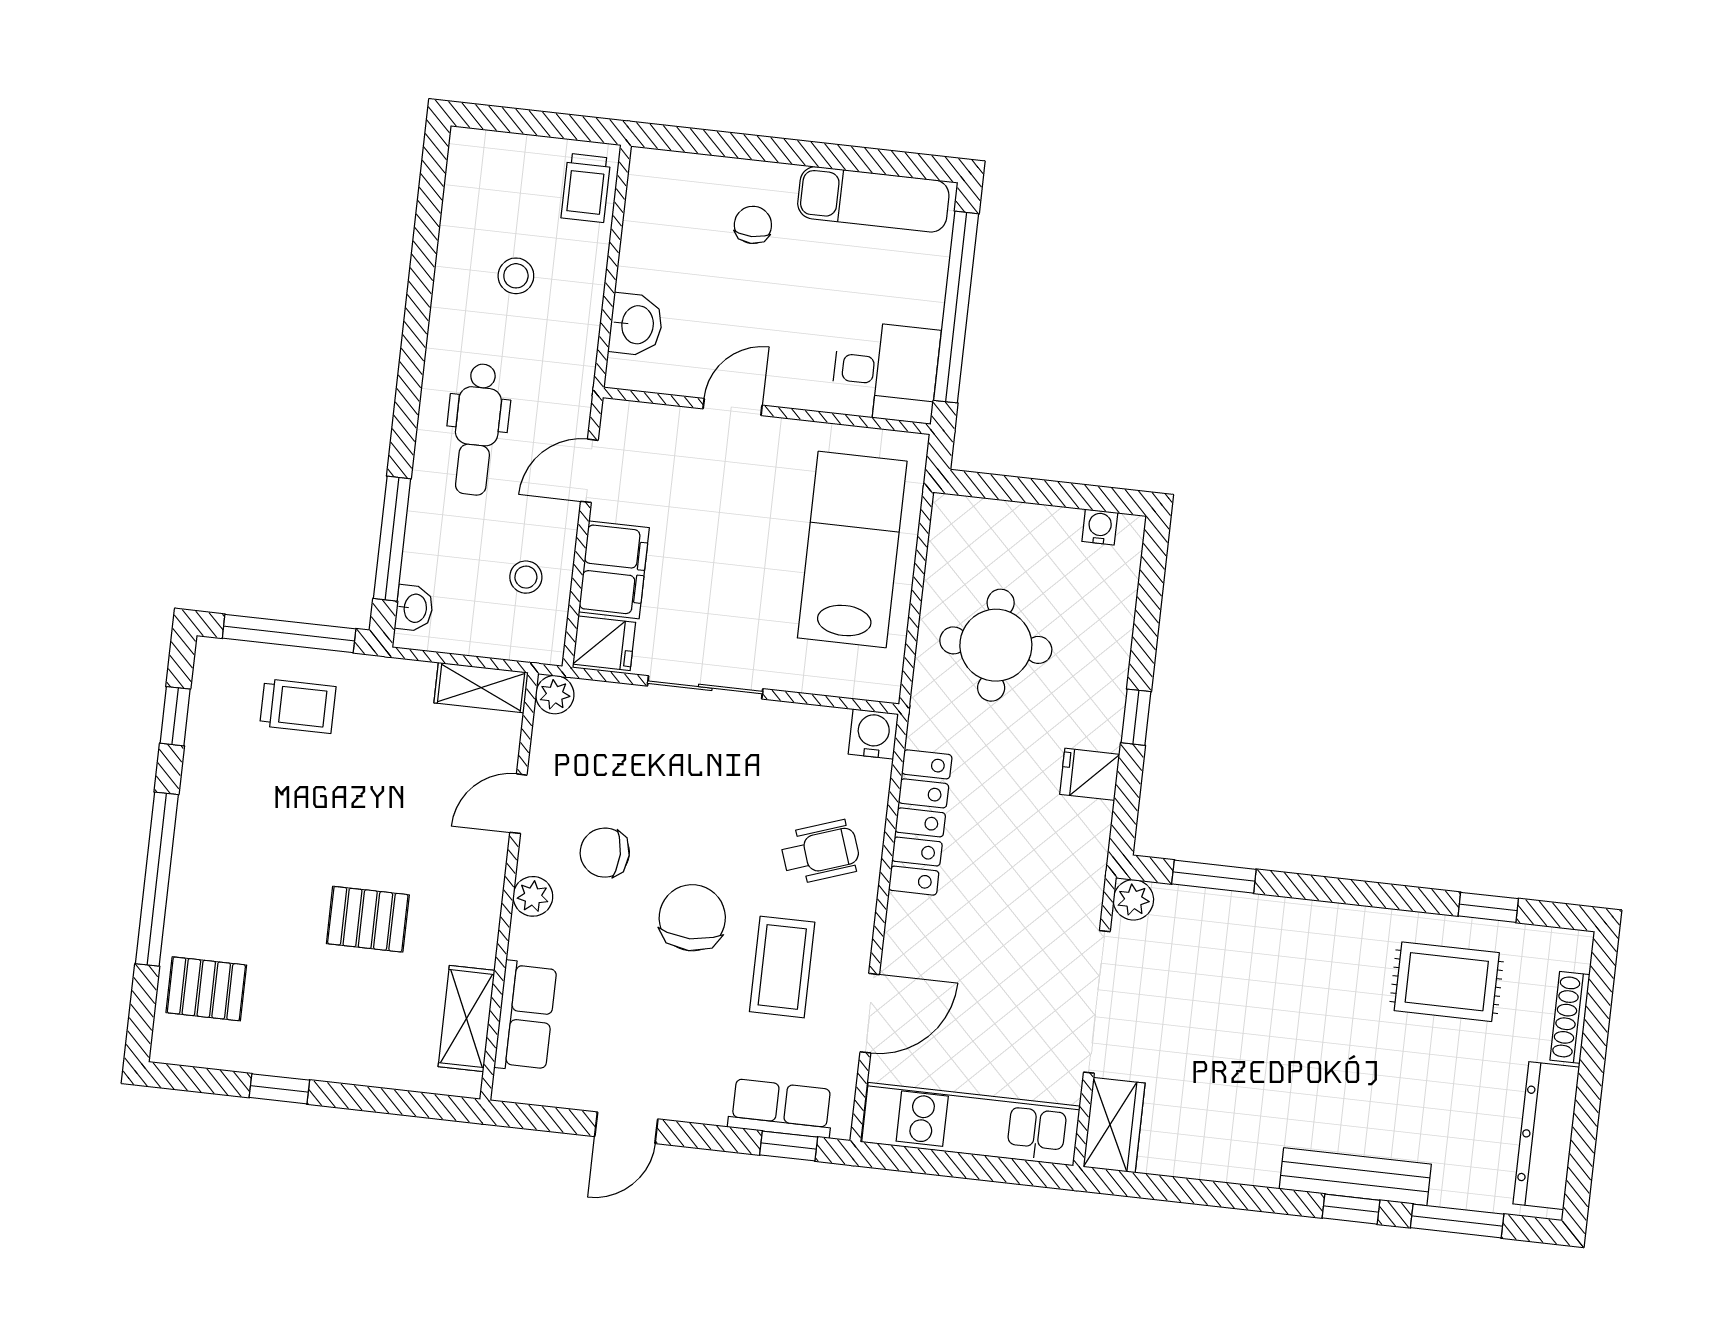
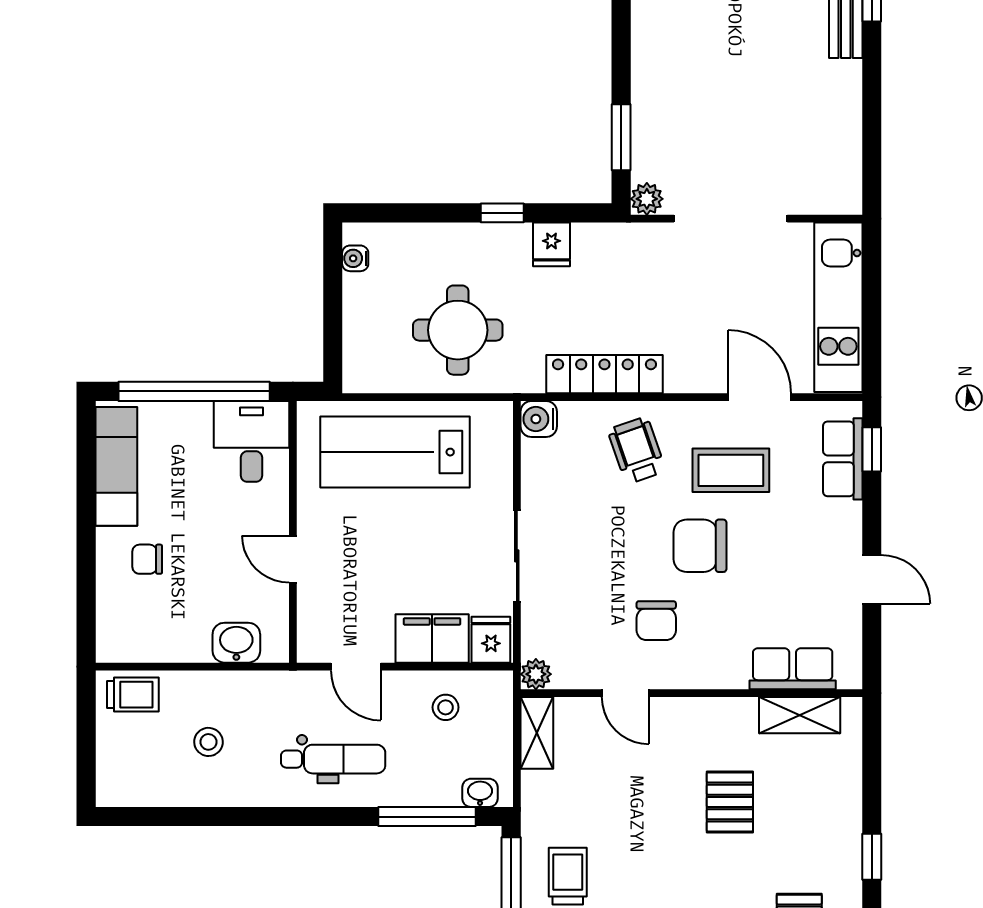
plant: (533, 896) -> (697, 674), removed
wardrobe: (1114, 1125) -> (826, 194), removed

